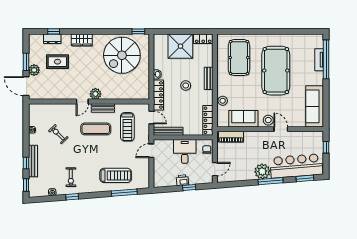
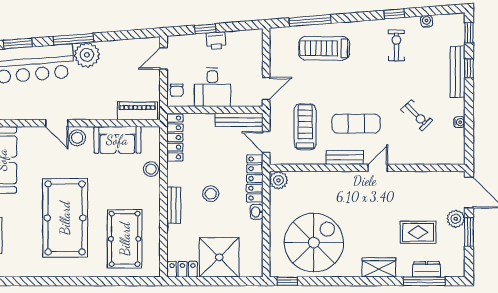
window: (54, 31) -> (424, 281), width x2.17
plant: (95, 94) -> (279, 180), moved

